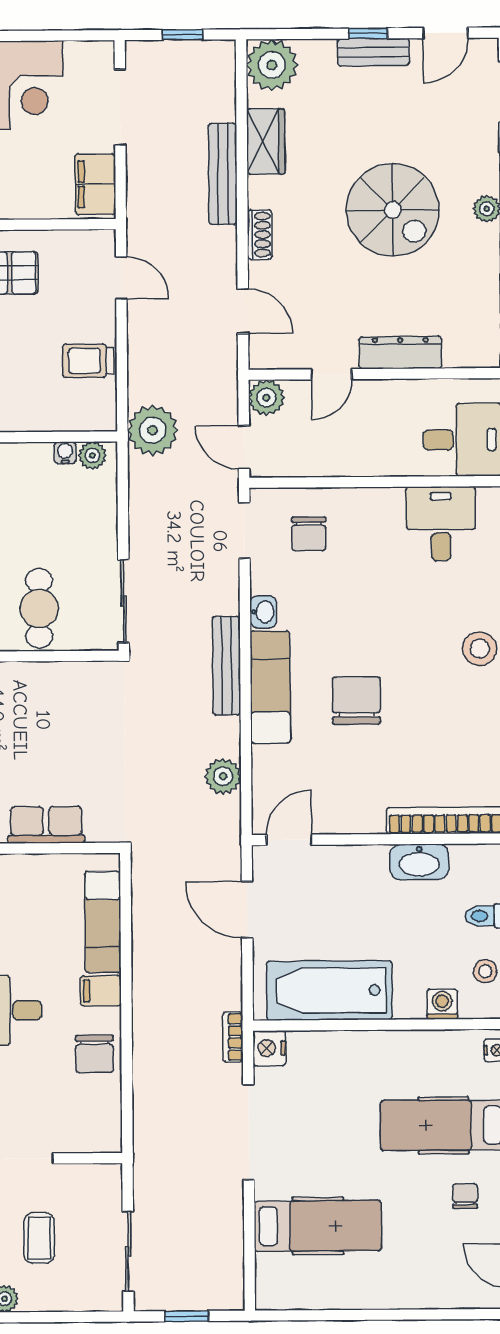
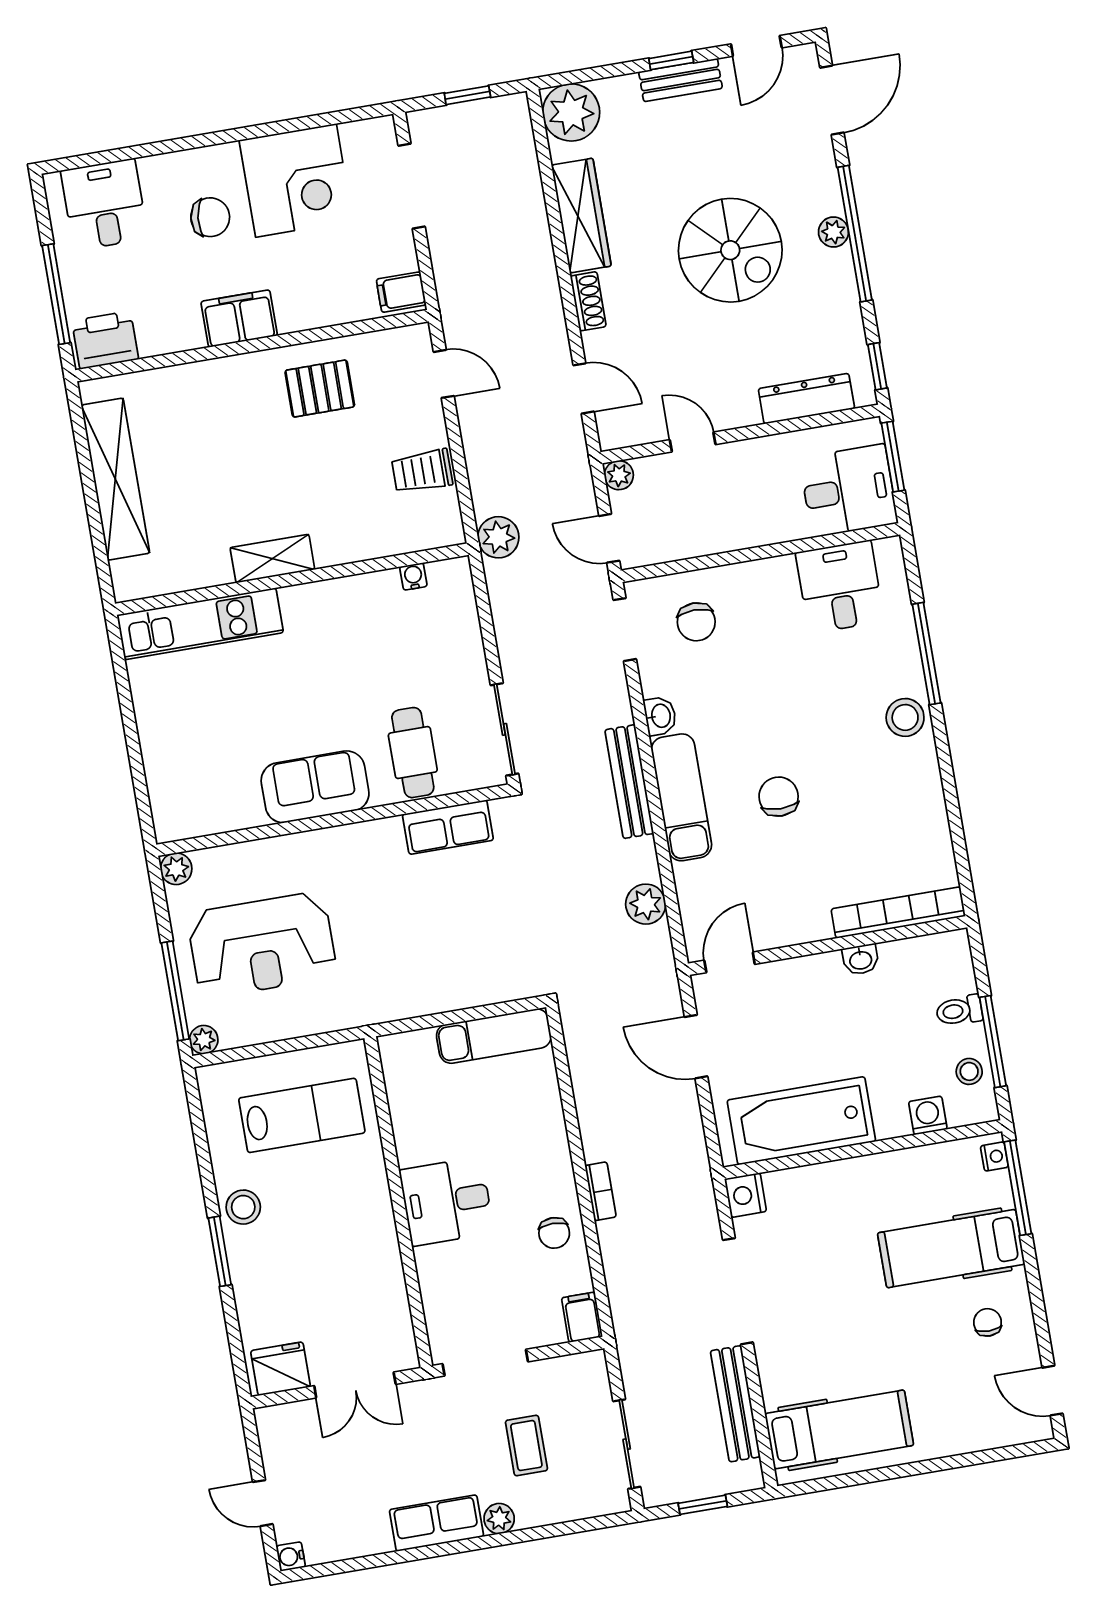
wardrobe: (266, 141) -> (581, 216), width x1.50
bench: (223, 174) -> (735, 1404), moved
filing cabinet: (95, 184) -> (401, 292), width x0.50
dresser: (400, 353) -> (806, 399), moved
door: (332, 374) -> (693, 442), swing flipped
plant: (266, 398) -> (619, 475), width x0.73, depth x0.73
plant: (153, 430) -> (498, 537), width x0.73, depth x0.73
plant: (92, 456) -> (444, 575), removed
chair: (356, 700) -> (779, 797), width x0.73, depth x0.73
row of seats: (46, 825) -> (448, 827), moved, turned 180
washbasin: (419, 862) -> (861, 960), width x0.52, depth x0.69
exam couch: (103, 922) -> (494, 1036), moved, turned -90
filing cabinet: (101, 991) -> (582, 1317), moved, turned 90
bookcase: (233, 1037) -> (601, 1191), moved, turned 180
chair: (95, 1054) -> (554, 1233), width x0.73, depth x0.73
hospital bed: (318, 1226) -> (839, 1429), moved

